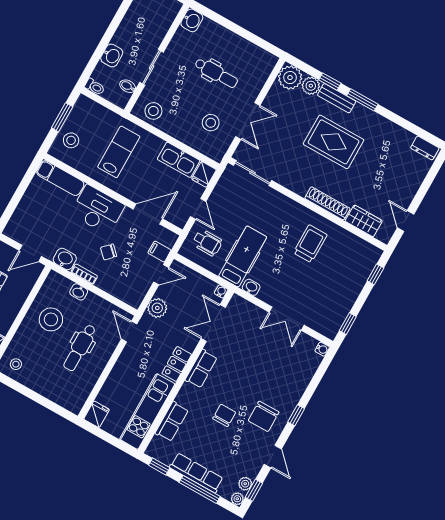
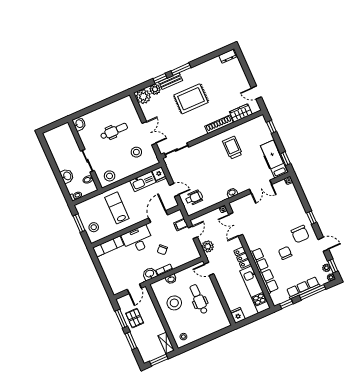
hospital bed: (243, 257) -> (274, 159), moved
dental chair: (80, 348) -> (199, 299), turned 180
row of seats: (201, 369) -> (259, 260), moved

